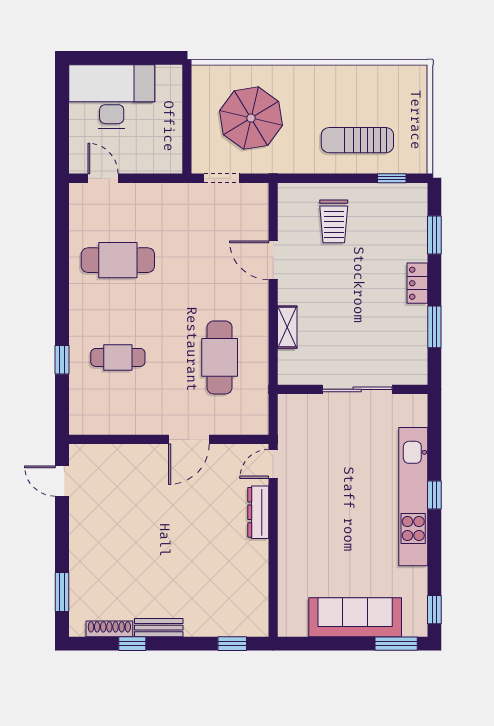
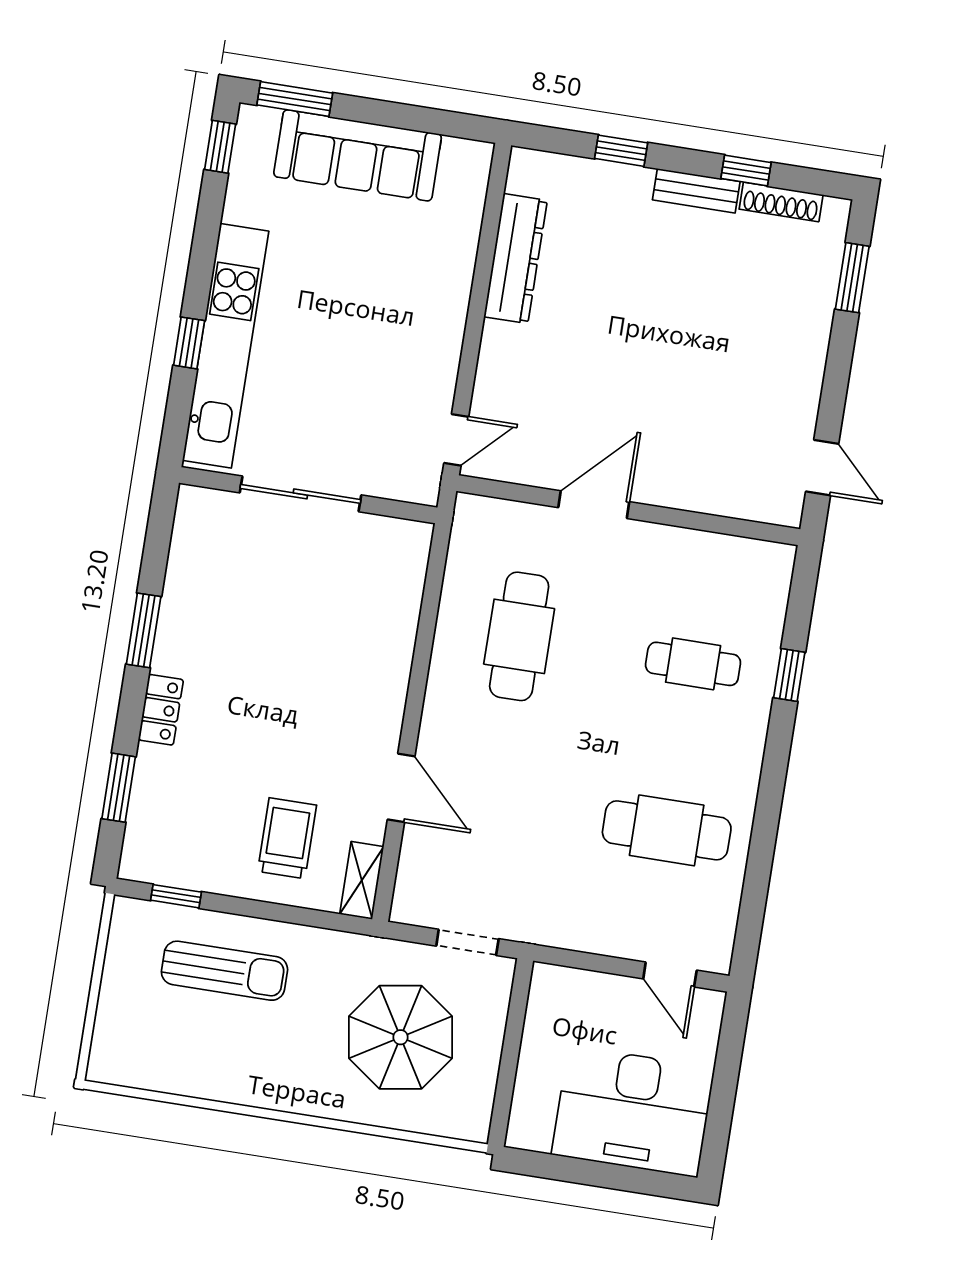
shelving: (287, 327) -> (362, 880), moved
wall: (353, 389) -> (308, 495), moved
sliding door: (357, 389) -> (300, 494), moved
dresser: (258, 512) -> (516, 259), moved, width x1.37, depth x1.24
window: (232, 644) -> (621, 151), moved

